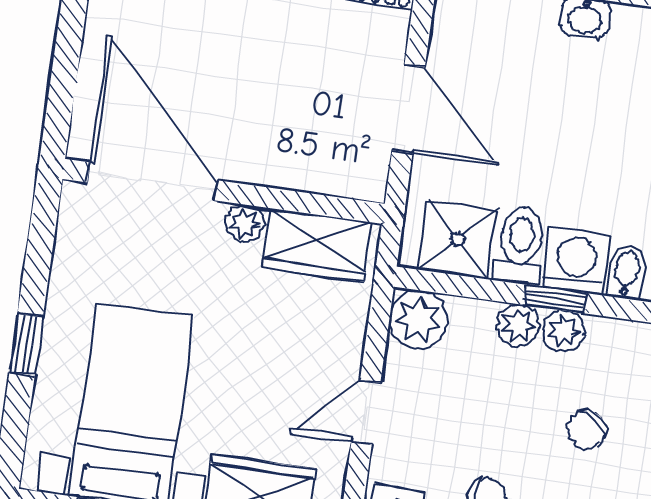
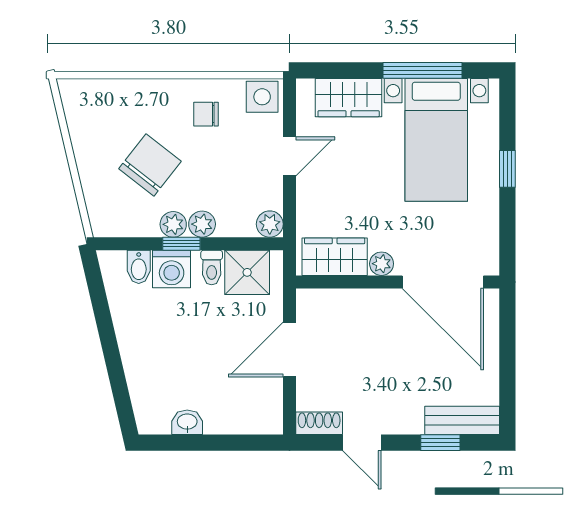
door: (408, 109) -> (289, 350), hinge flipped
toilet: (520, 245) -> (212, 268), width x0.73, depth x0.72
plant: (418, 319) -> (270, 224), width x0.73, depth x0.73
chair: (587, 430) -> (150, 165), width x1.87, depth x1.87

